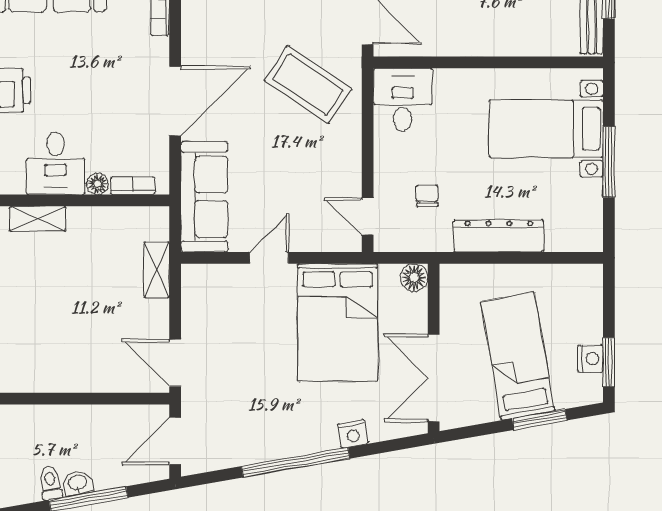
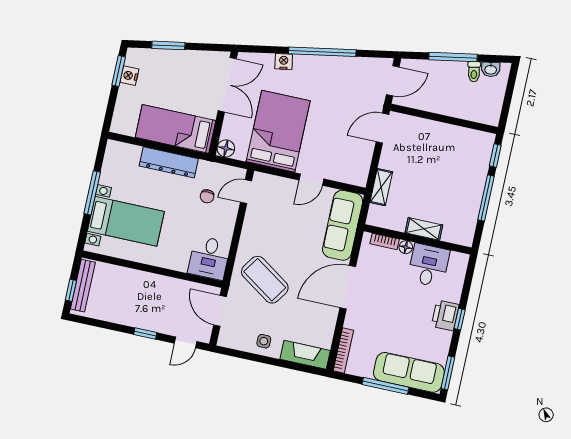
door: (368, 216) -> (246, 192), swing flipped
shelving: (38, 219) -> (424, 229), moved
bed: (518, 356) -> (176, 129), moved, turned 100
door: (175, 363) -> (382, 128), swing flipped
washbasin: (78, 483) -> (491, 69), moved

